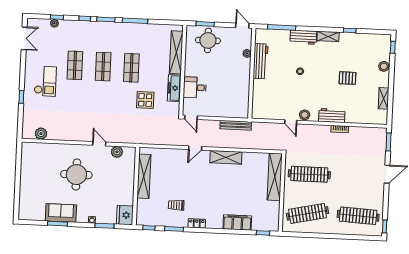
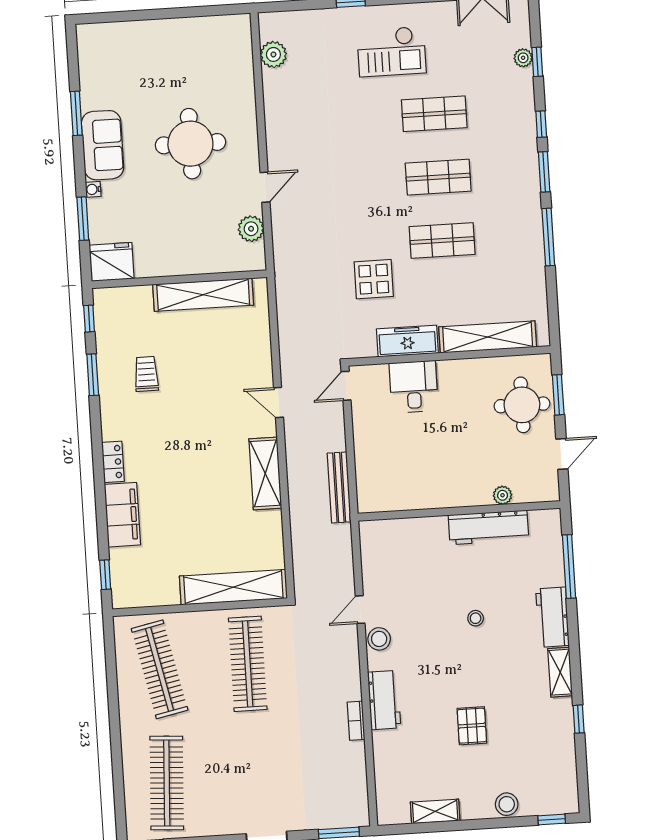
door: (242, 26) -> (562, 454), moved
sofa: (61, 213) -> (103, 145), moved
locker: (197, 223) -> (113, 462), moved

